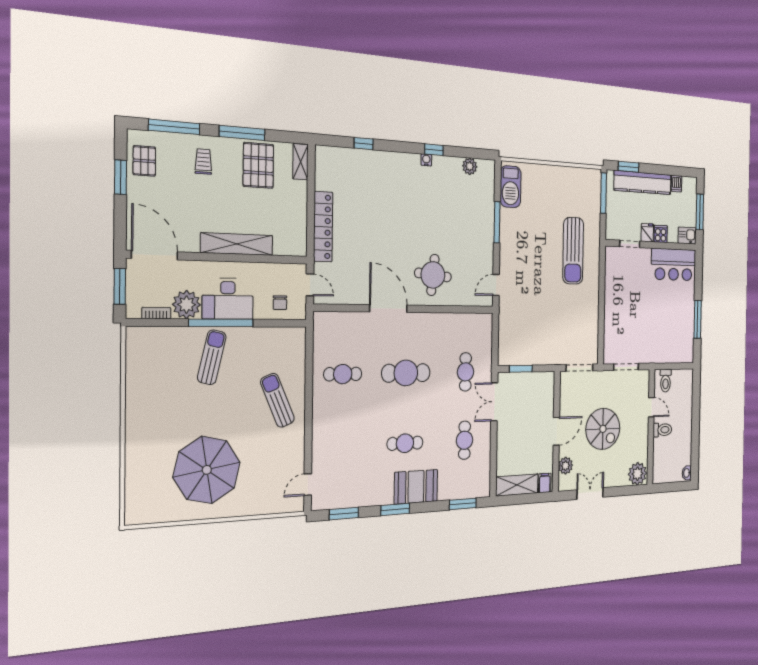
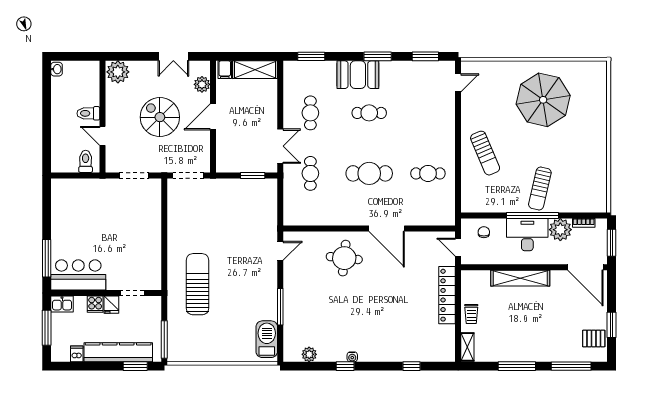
pallet: (144, 161) -> (594, 338), turned 90
trolley: (203, 161) -> (471, 314), moved
pallet: (258, 165) -> (503, 341), removed
window: (698, 320) -> (47, 258), moved

